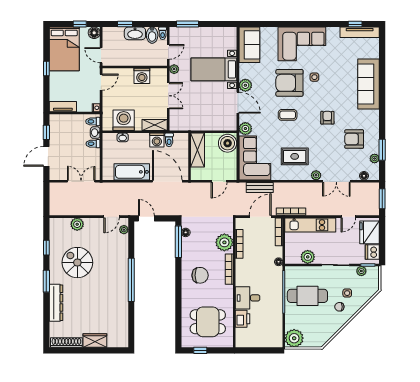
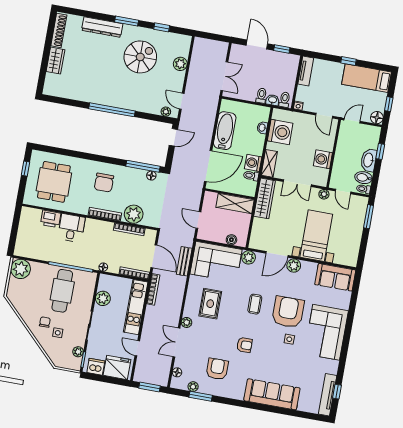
bed: (64, 49) -> (367, 78), width x0.67
wardrobe: (188, 124) -> (265, 198), added
boiler: (228, 143) -> (231, 240), width x0.54, depth x0.54

